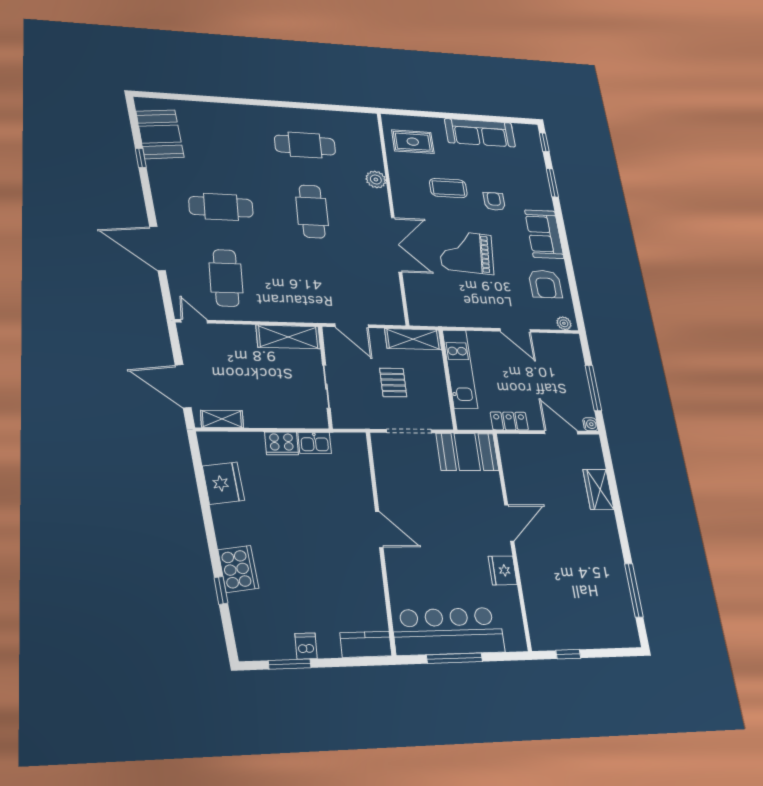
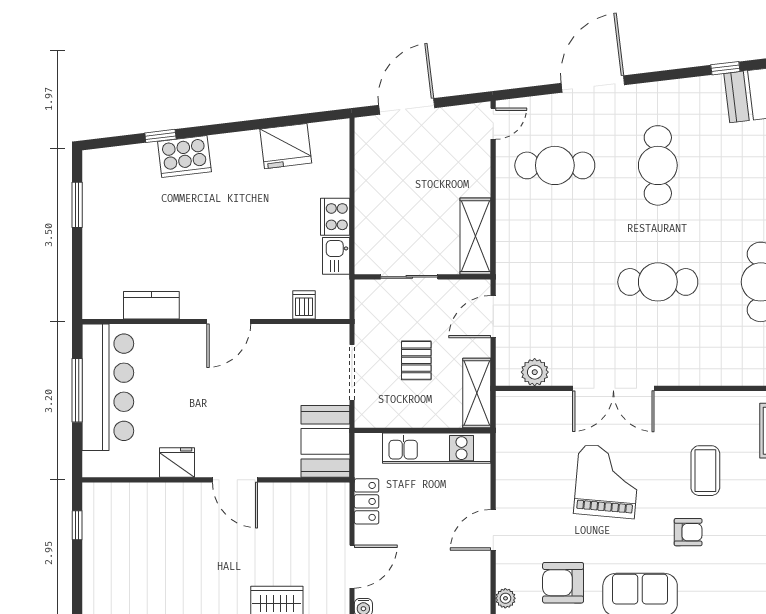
plant: (376, 179) -> (535, 372), moved
pallet: (393, 382) -> (416, 360), turned 90
shelving: (222, 419) -> (365, 149), removed
kitchen counter: (366, 644) -> (151, 305), moved, turned -90
dishwasher: (306, 646) -> (304, 305), moved, turned -90

